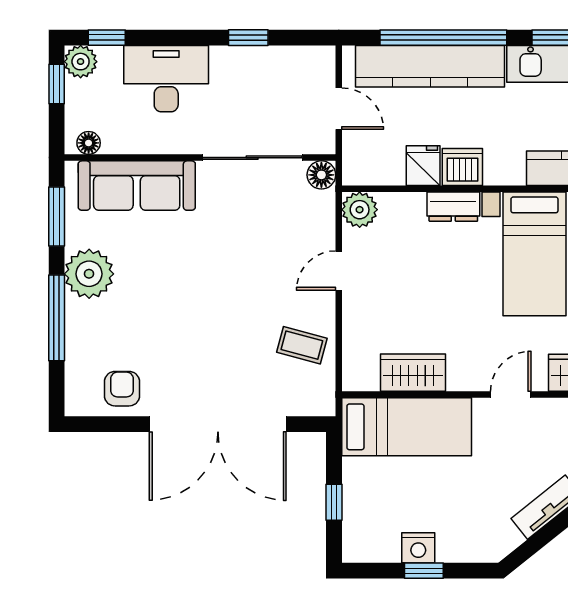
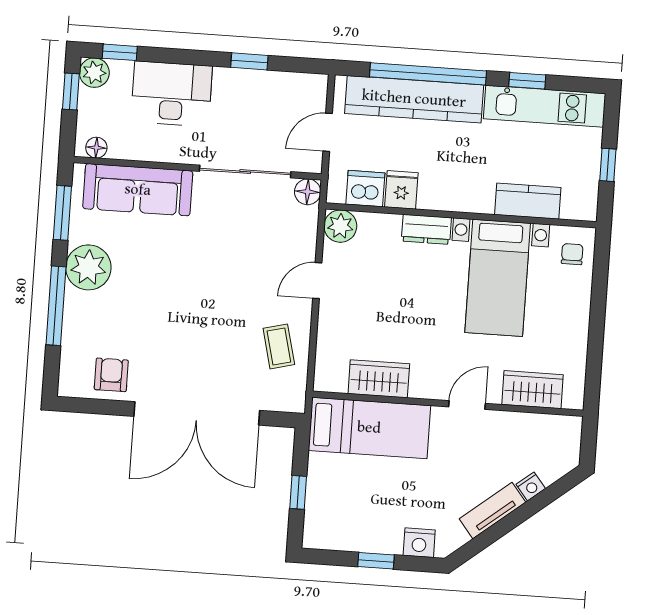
door: (339, 109) -> (328, 132), swing flipped
dishwasher: (462, 167) -> (365, 189), moved
coffee table: (302, 345) -> (279, 346), turned 61
nightstand: (418, 548) -> (419, 543), moved

